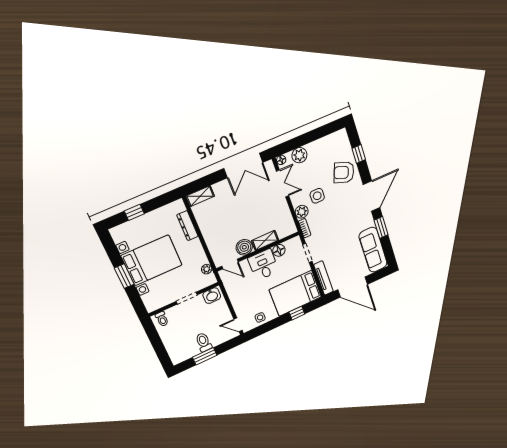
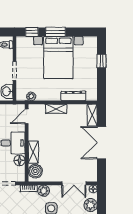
double door: (243, 165) -> (102, 143), moved
shelving: (209, 238) -> (56, 109), added
boiler: (244, 247) -> (35, 171), moved
window: (136, 300) -> (32, 32), added

